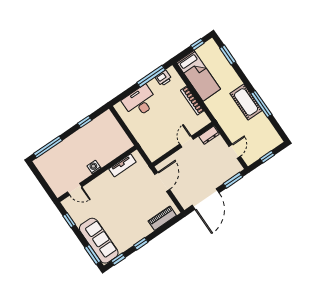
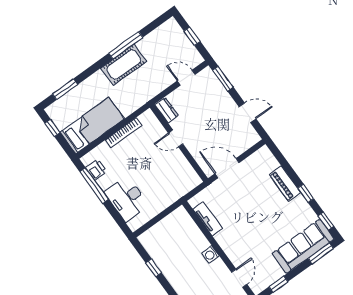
door: (206, 199) -> (247, 113), width x0.53
piano: (162, 218) -> (285, 184), moved

